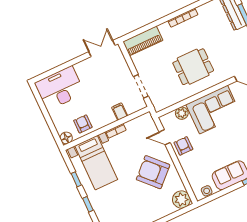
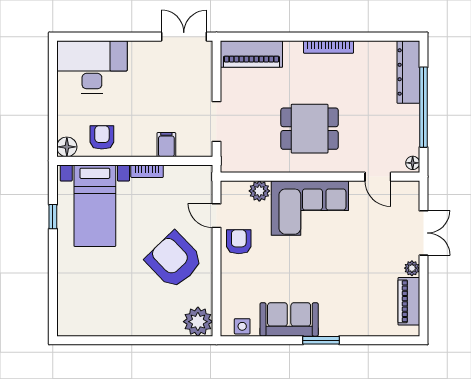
window: (88, 204) -> (53, 263), removed

